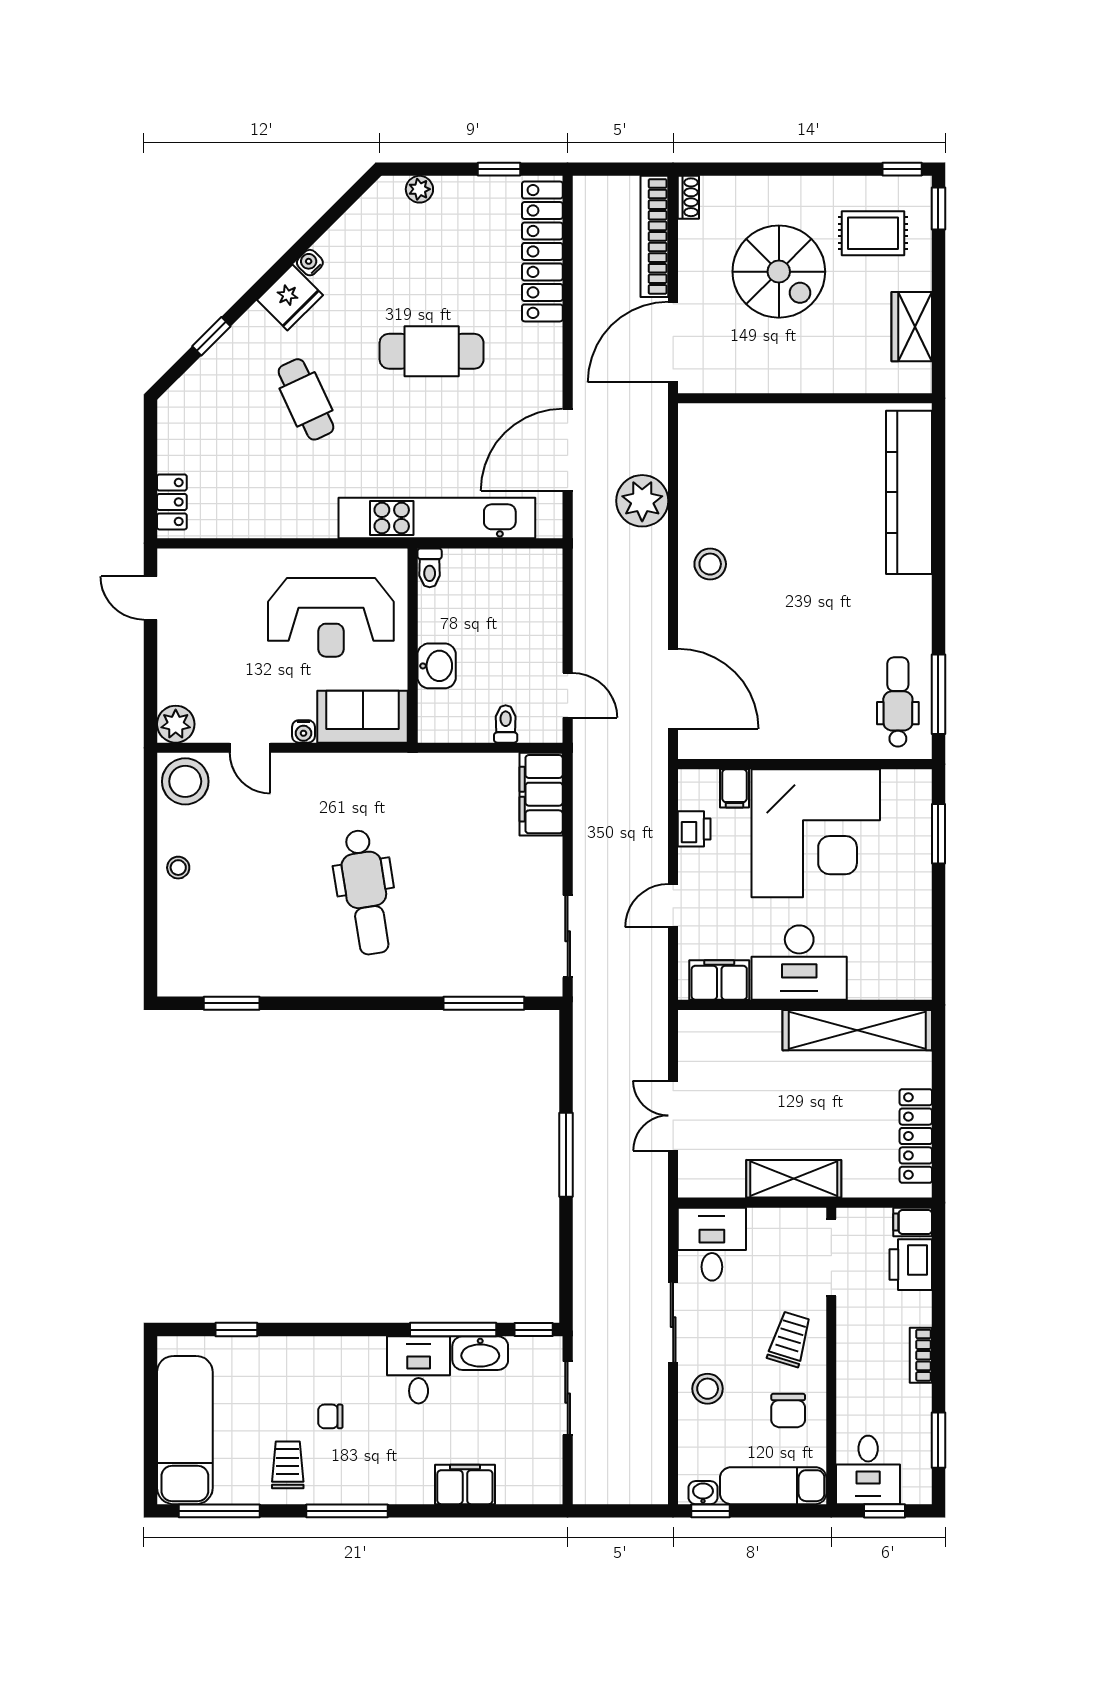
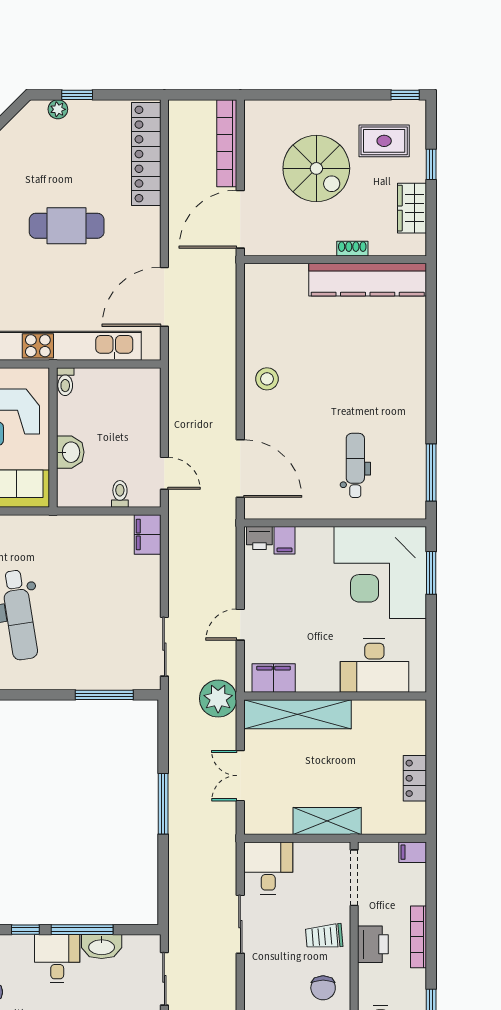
window: (499, 169) -> (77, 95), moved
shoe rack: (688, 197) -> (352, 249), moved, turned -90
window: (938, 209) -> (431, 164), moved
kitchen counter: (909, 492) -> (368, 280), moved, turned -90
plant: (642, 501) -> (218, 699), moved
dental chair: (898, 702) -> (355, 465), moved
filing cabinet: (541, 794) -> (148, 534), width x0.67, depth x0.86
printer: (694, 829) -> (259, 538), moved, turned 90
corner desk: (816, 833) -> (380, 573), moved, turned 90
desk: (799, 963) -> (374, 666), moved
shelving: (857, 1030) -> (297, 714), moved
locker: (916, 1136) -> (415, 778), width x0.66
printer: (911, 1265) -> (373, 944), moved, turned 180
window: (534, 1330) -> (25, 930), moved
trolley: (790, 1339) -> (324, 936), turned -112
bookcase: (921, 1355) -> (419, 937), width x1.56
stool: (708, 1389) -> (265, 972), removed

